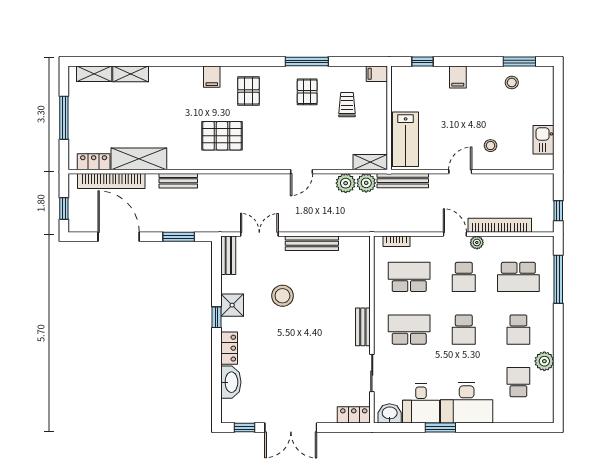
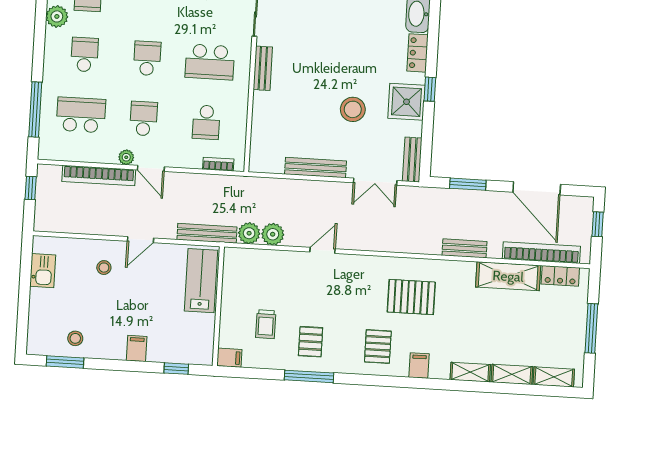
shelving: (370, 162) -> (470, 372), moved
school desk: (409, 277) -> (206, 122), width x0.54
shower: (232, 305) -> (406, 102), width x1.36, depth x1.36

